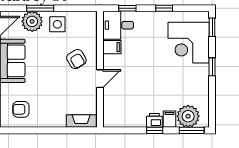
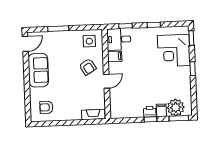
plant: (32, 21) -> (52, 39), removed
side table: (57, 24) -> (89, 41), moved

